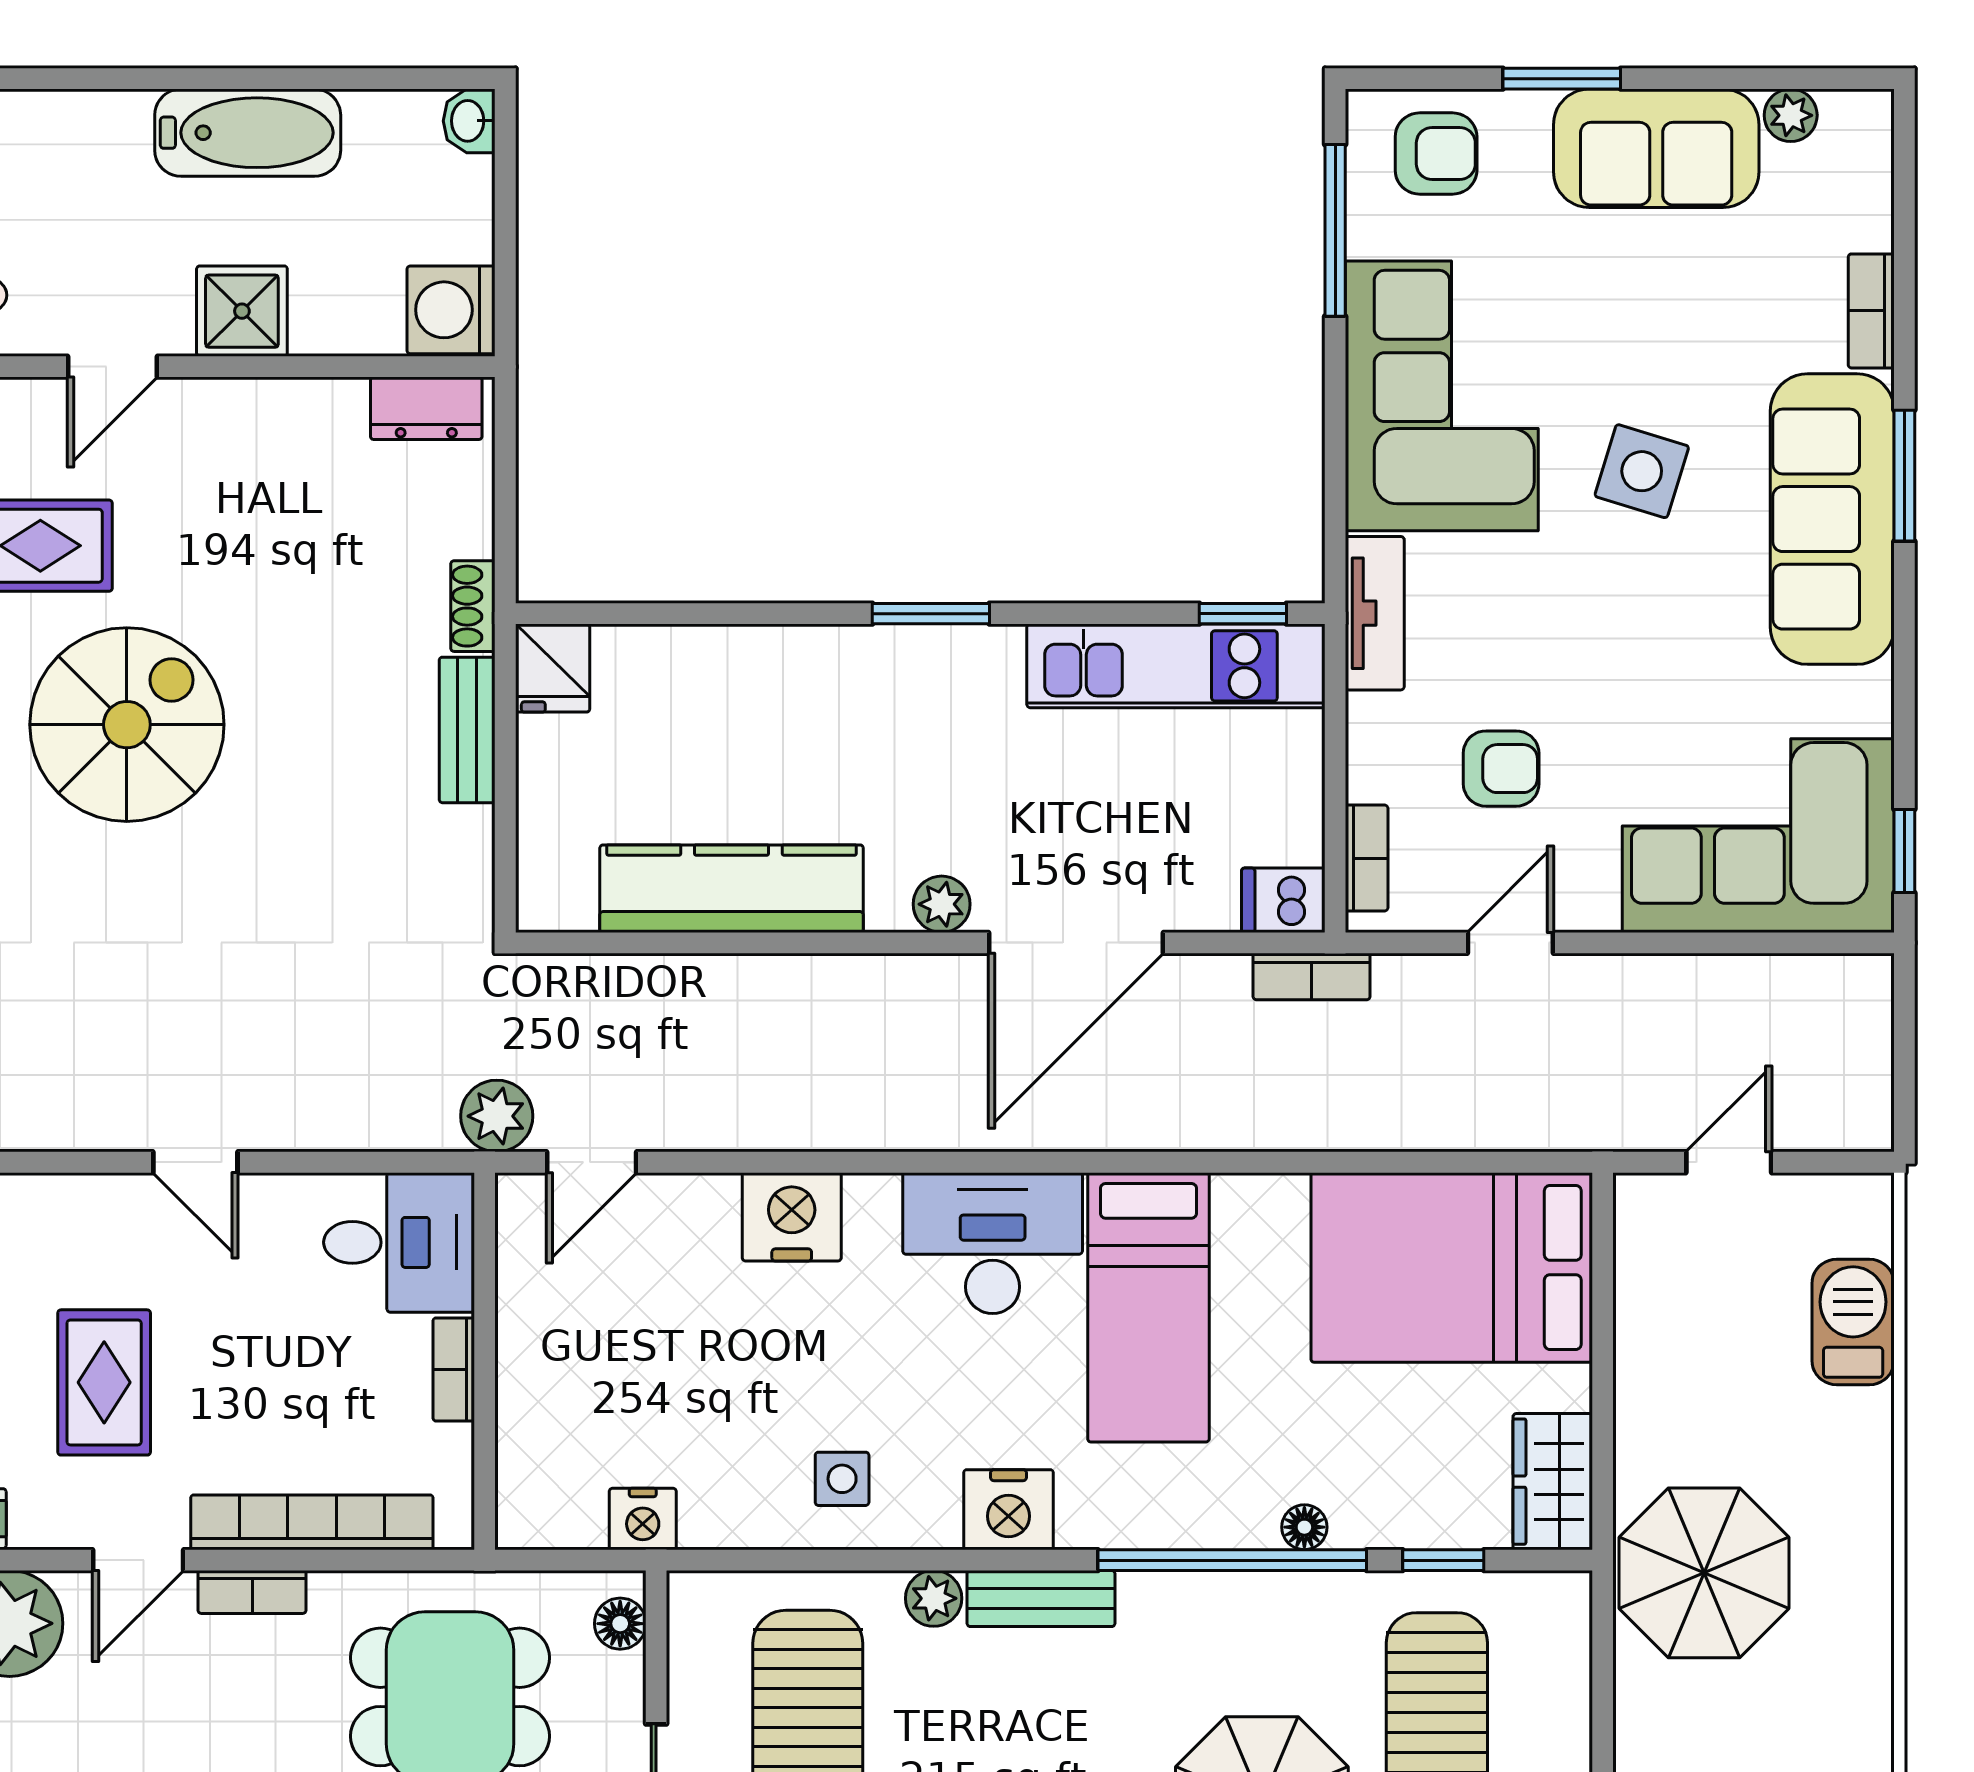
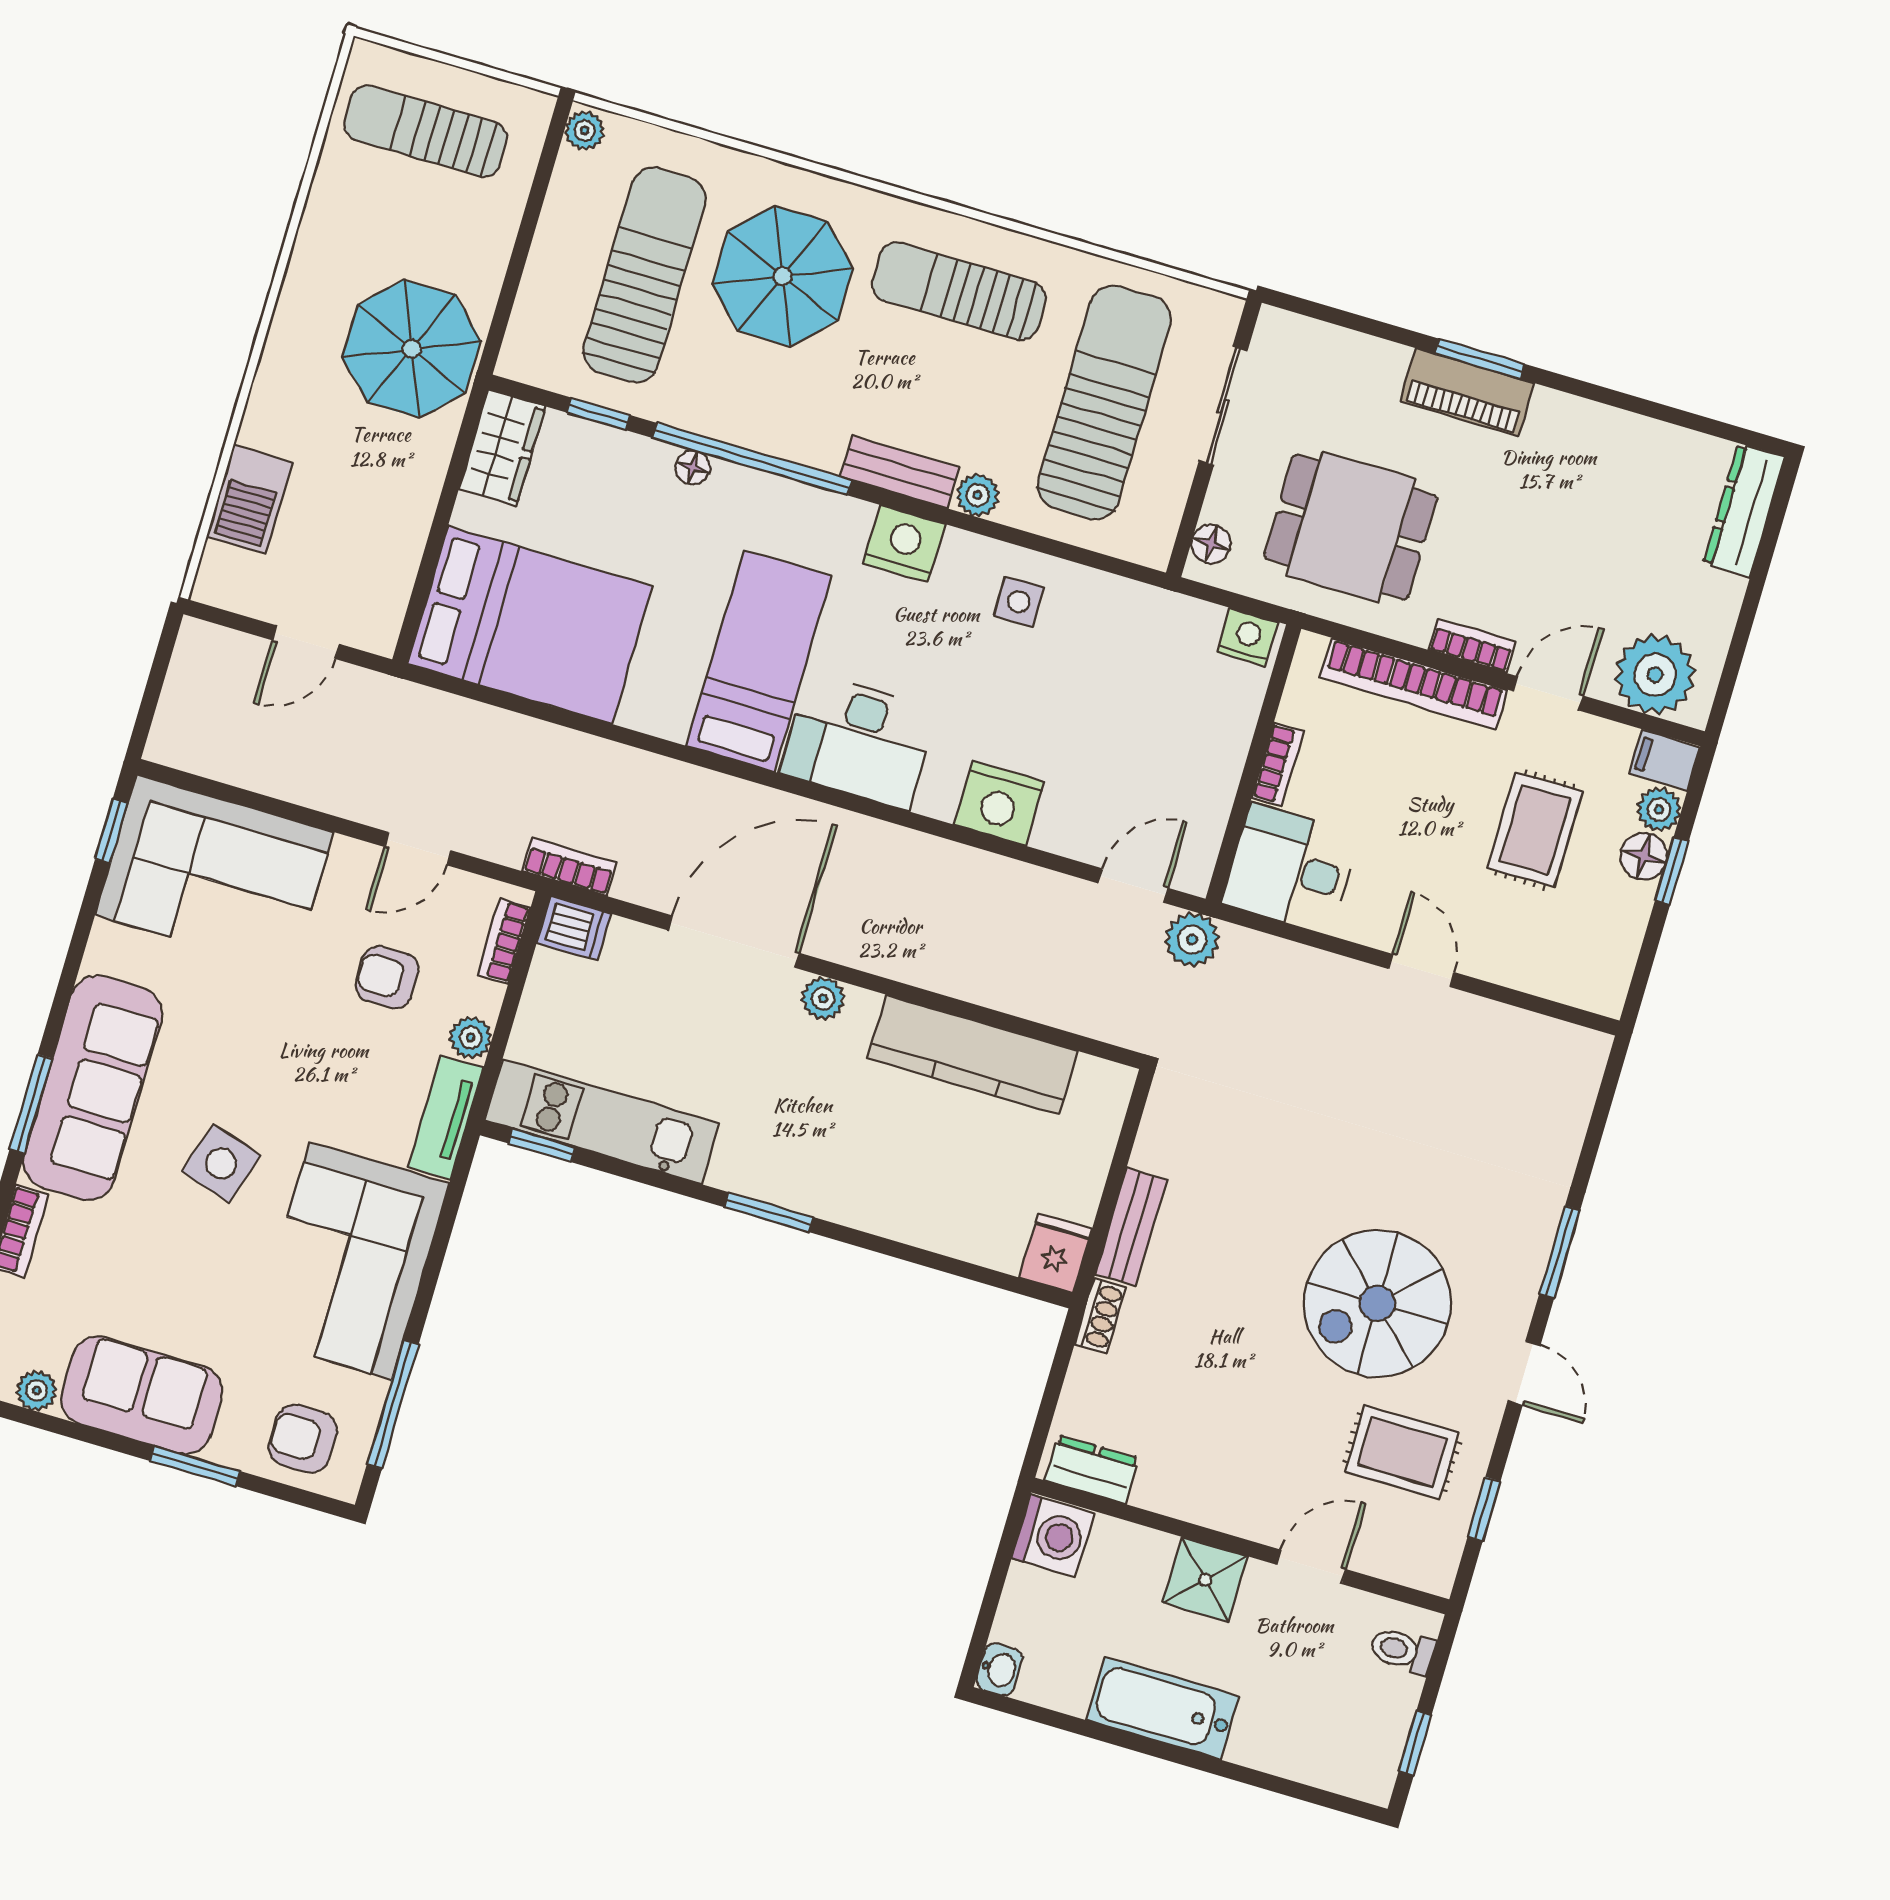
plant: (1373, 723) -> (471, 1038), added
nightstand: (643, 1519) -> (1248, 637), moved

